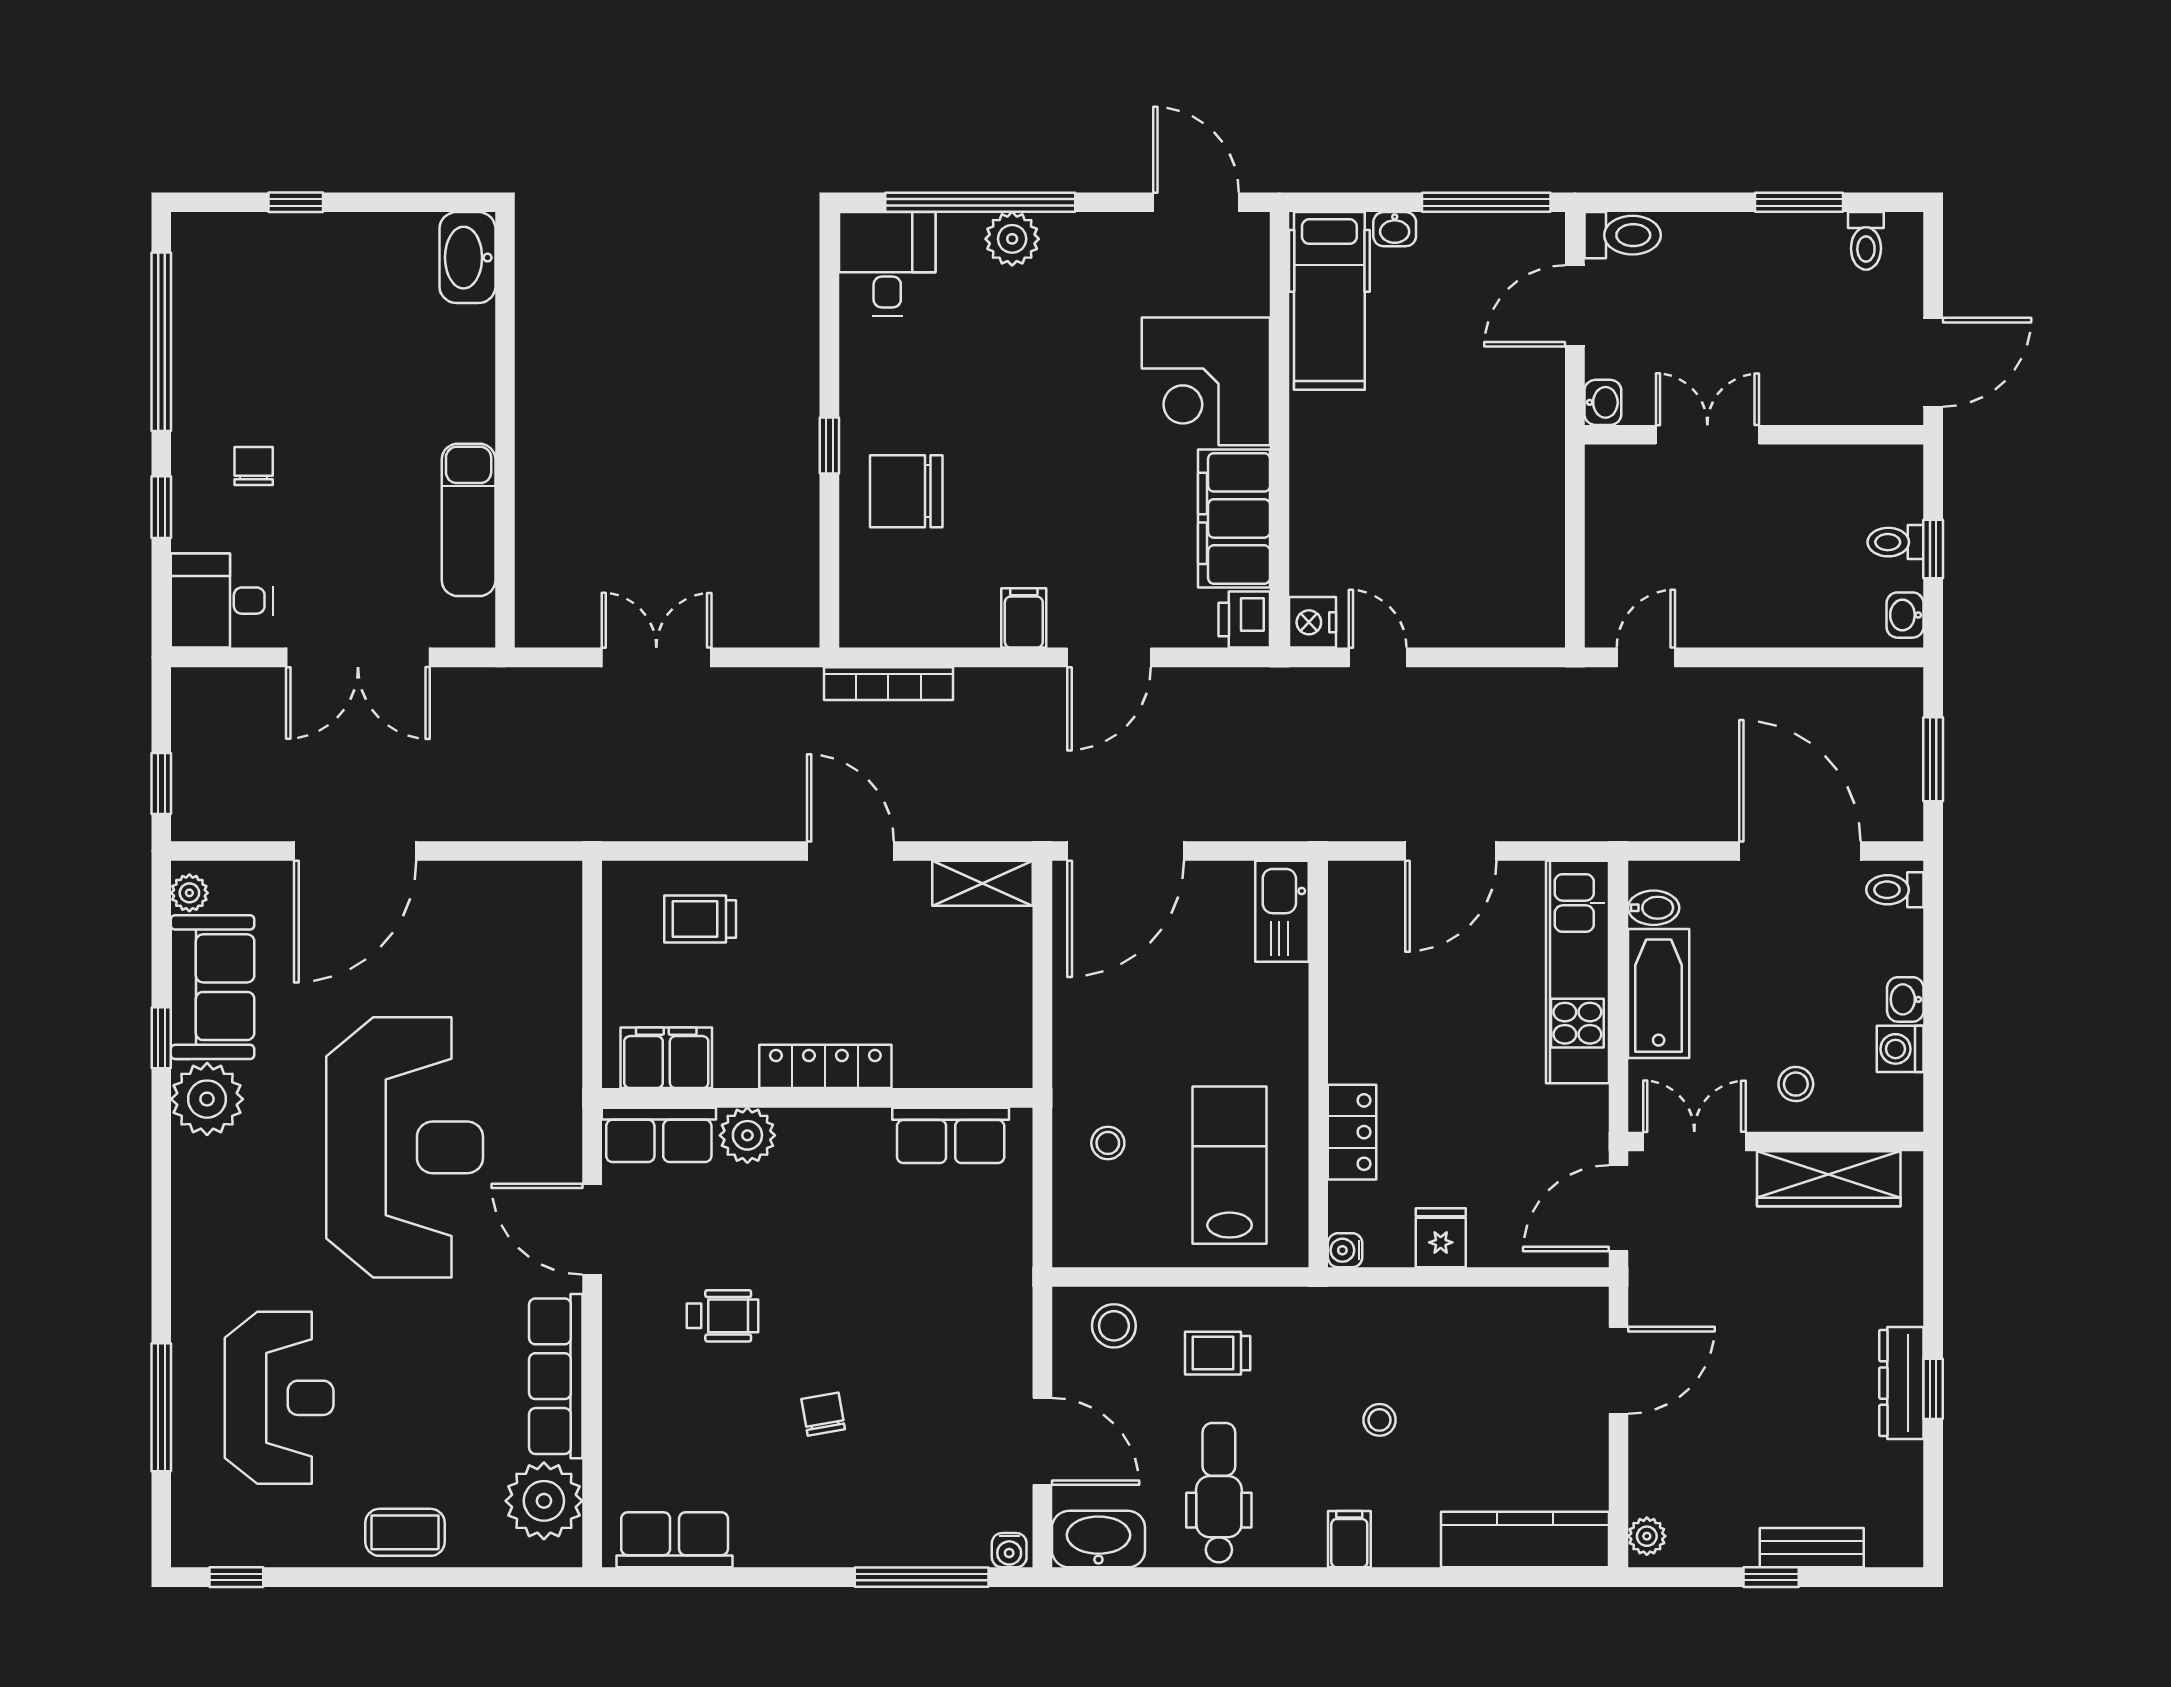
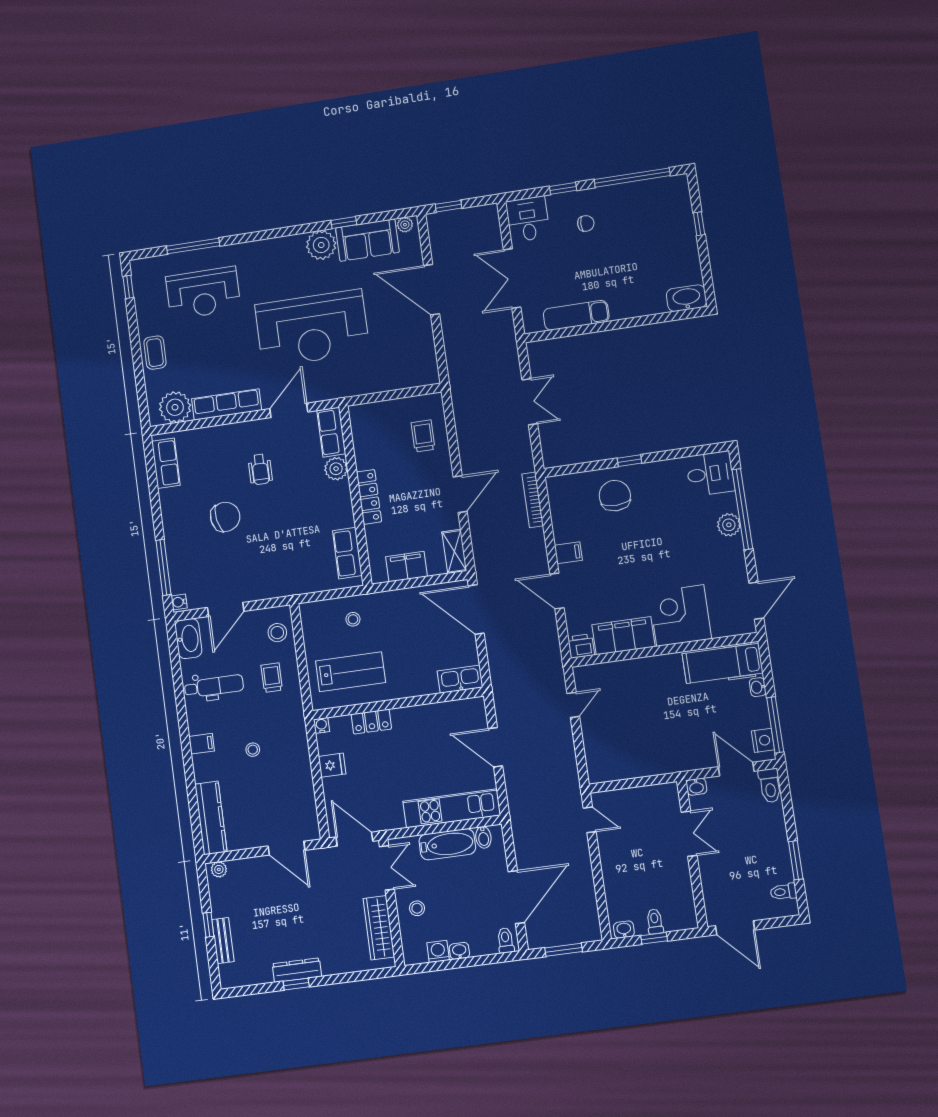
nightstand: (1313, 622) -> (763, 740), moved, turned 90
filing cabinet: (666, 1058) -> (406, 567), moved, turned -90
chair: (823, 1414) -> (225, 517), width x1.87, depth x1.87

